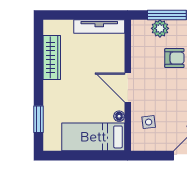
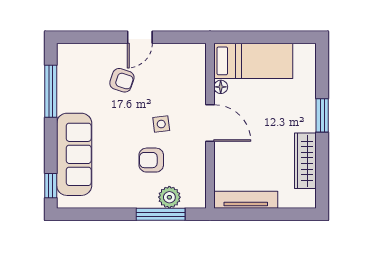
window: (39, 119) -> (322, 115), moved
side table: (149, 122) -> (161, 124), moved

